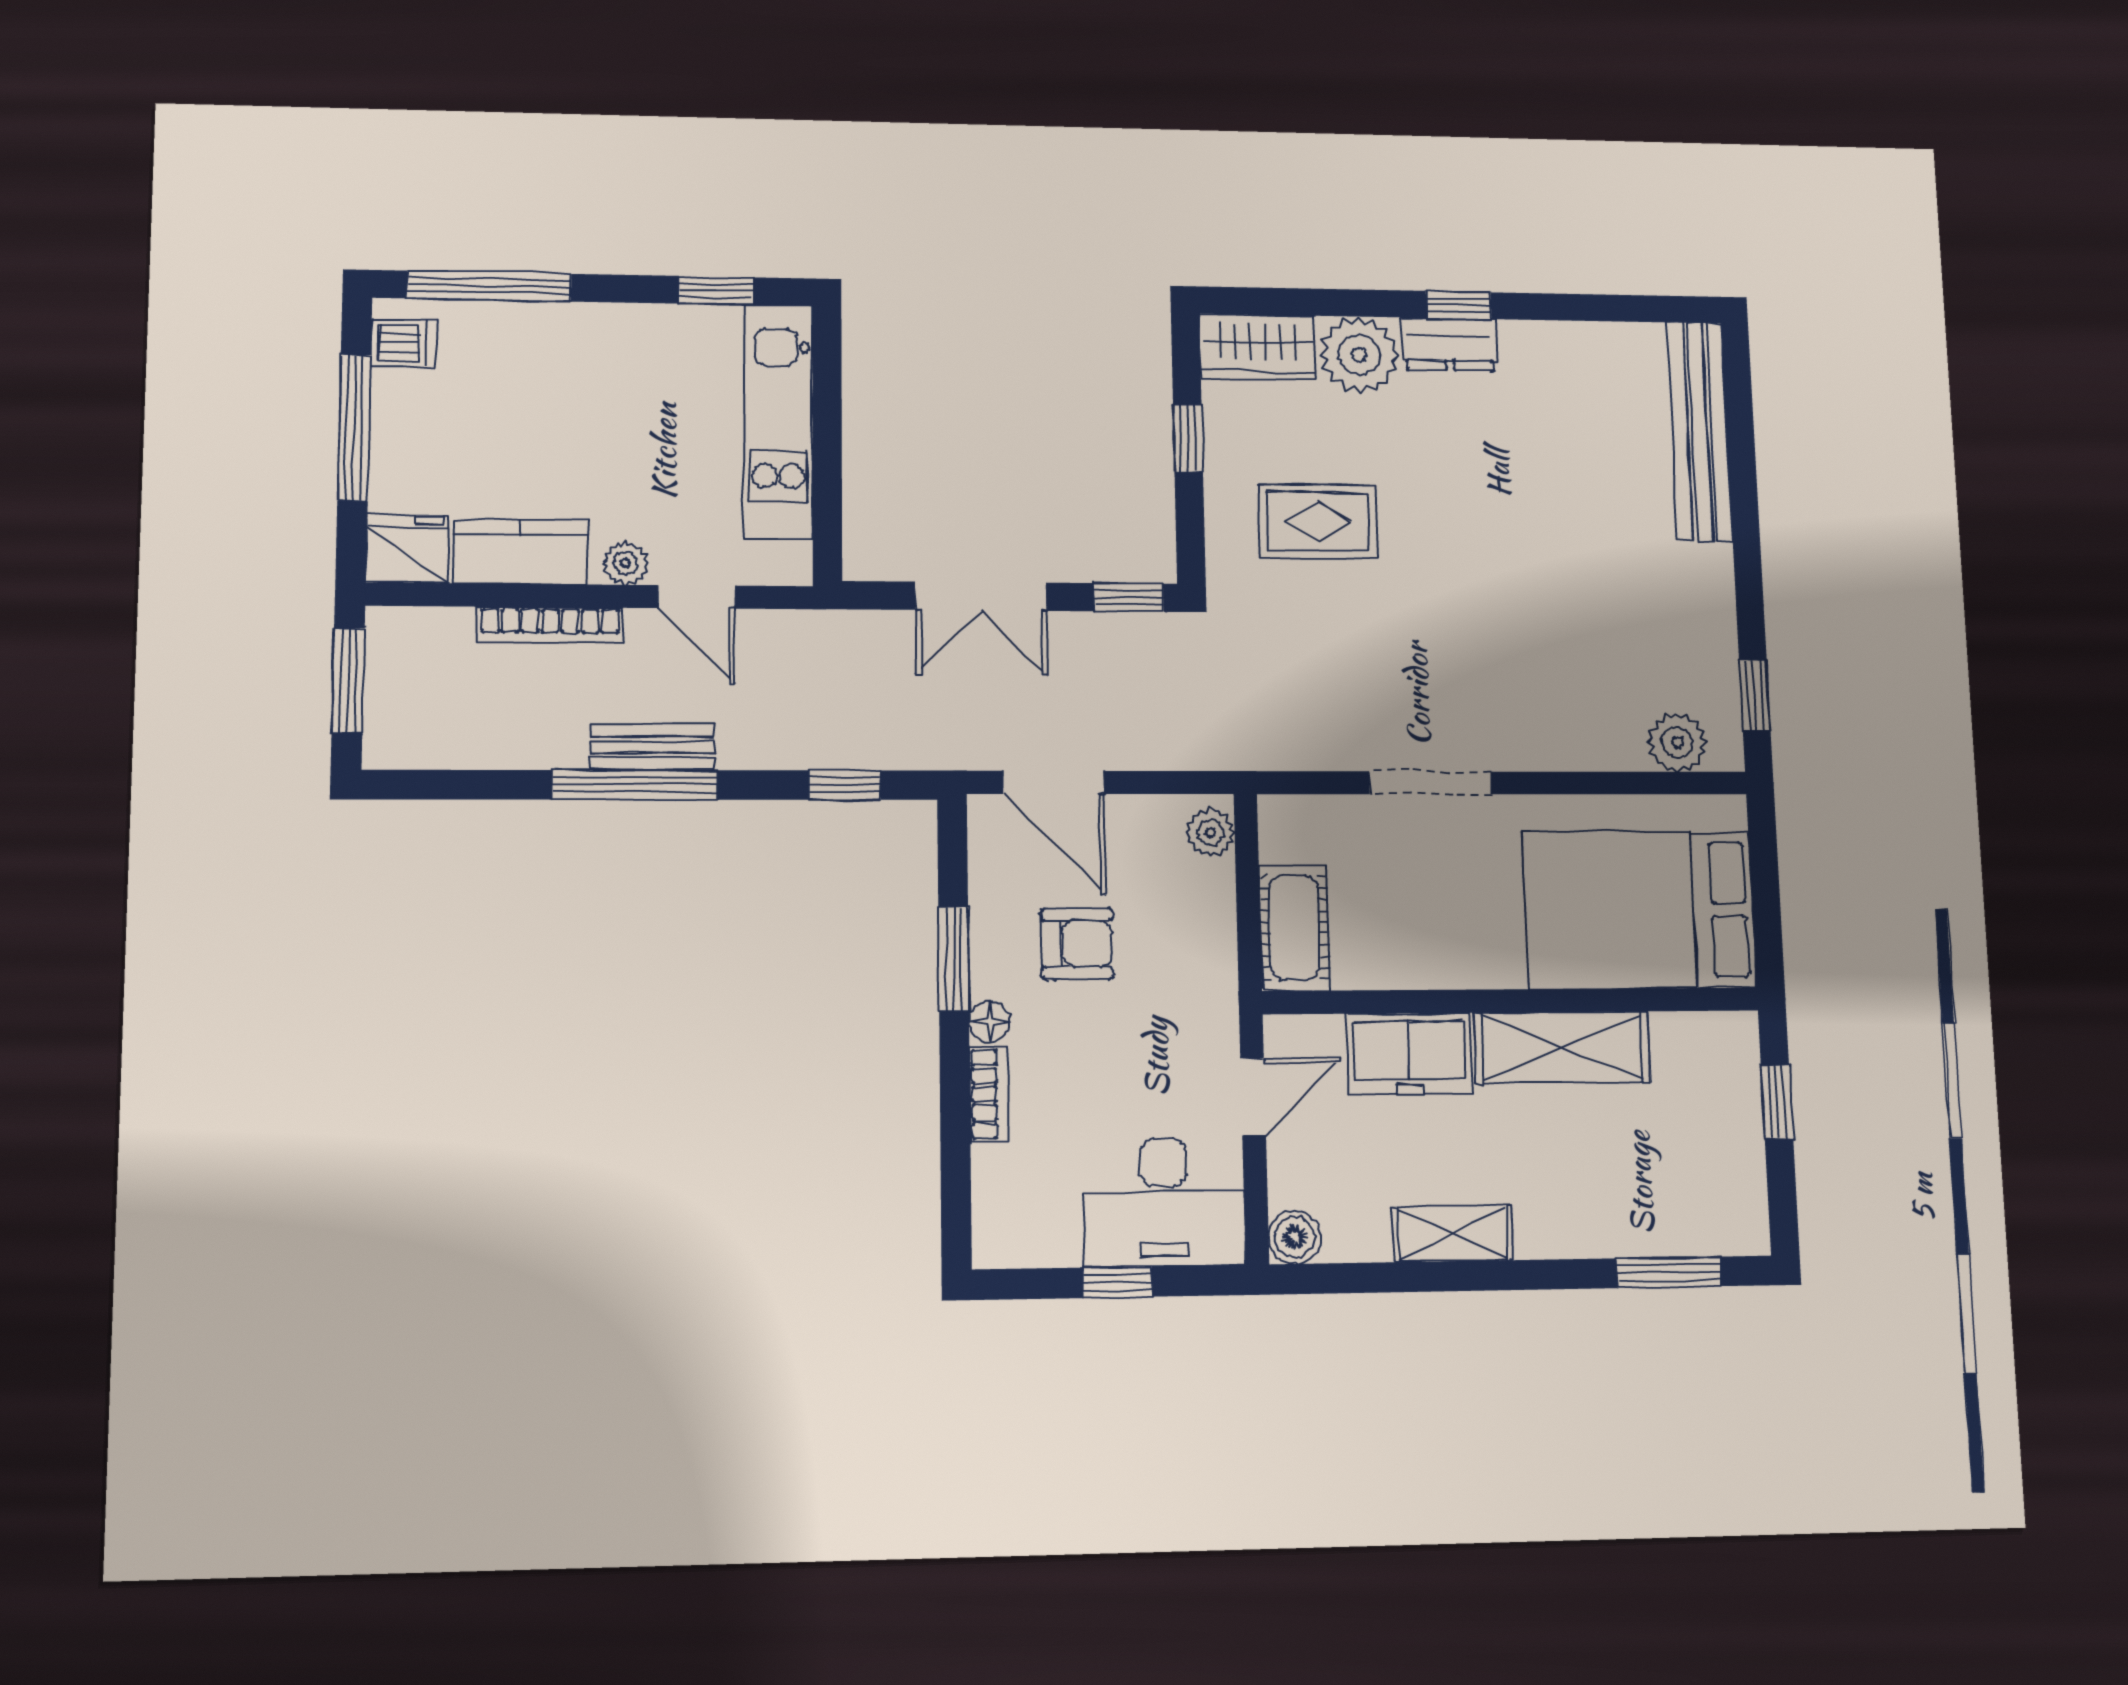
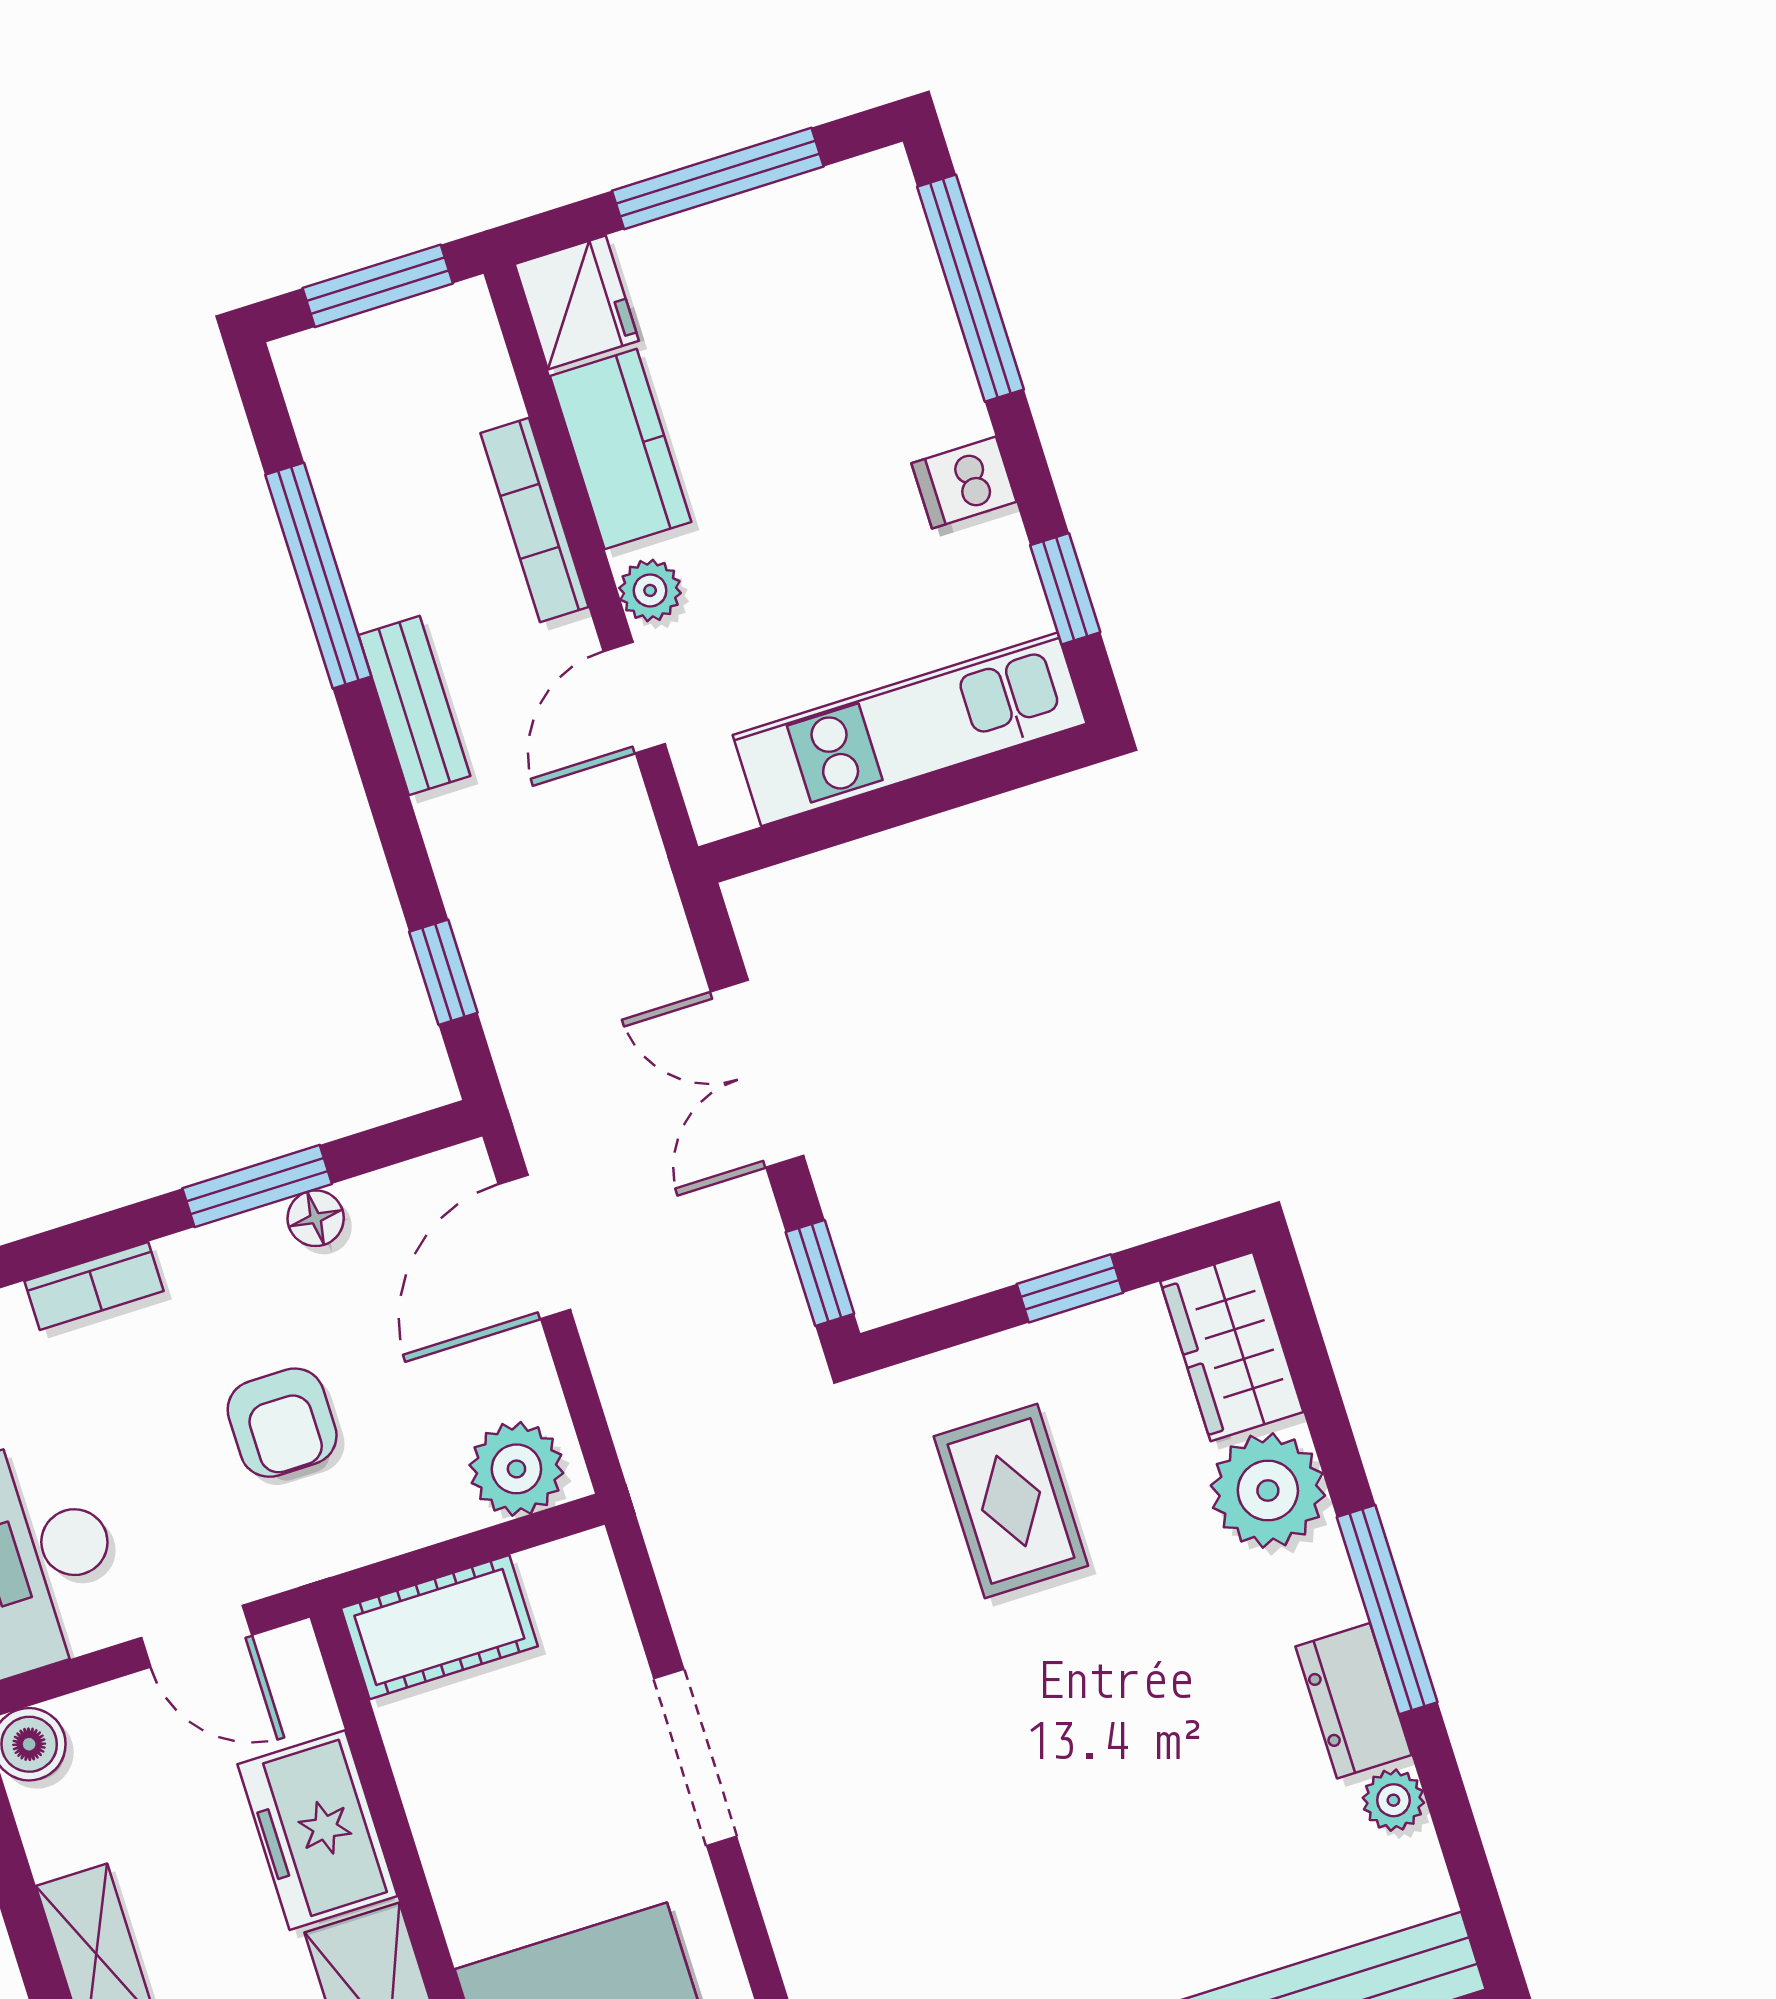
window: (1459, 305) -> (1387, 1610), width x2.17
plant: (1583, 341) -> (1393, 1800), added
dishwasher: (404, 343) -> (964, 483), moved, turned 90
dresser: (1449, 344) -> (1354, 1701), moved
window: (635, 785) -> (318, 576), moved
plant: (1210, 833) -> (516, 1469), width x1.38, depth x1.38
armchair: (1077, 944) -> (282, 1423), moved
floor lamp: (989, 1021) -> (316, 1218), moved

